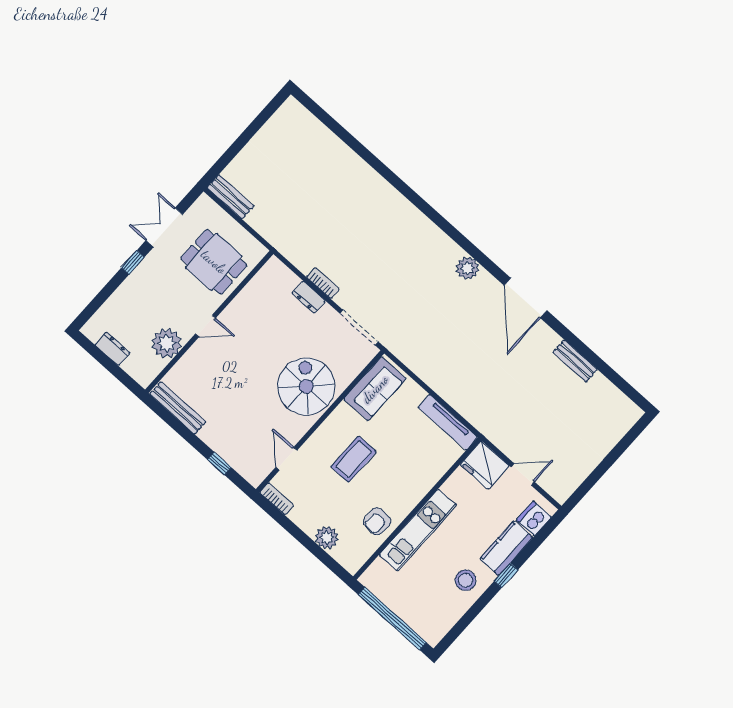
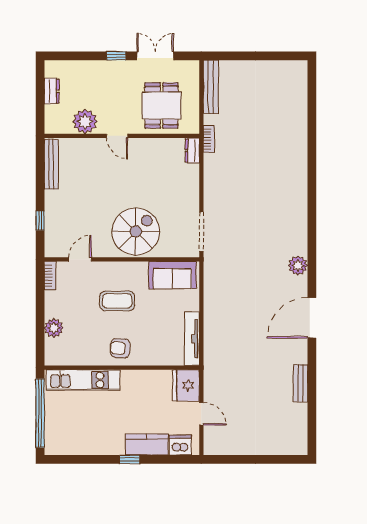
bench: (230, 197) -> (211, 87), width x1.36
bookcase: (323, 283) -> (209, 139), moved
dresser: (309, 297) -> (192, 150), moved
armchair: (377, 521) -> (120, 348), moved
kitchen unit: (418, 530) -> (83, 380), moved
stool: (465, 580) -> (104, 437), removed

